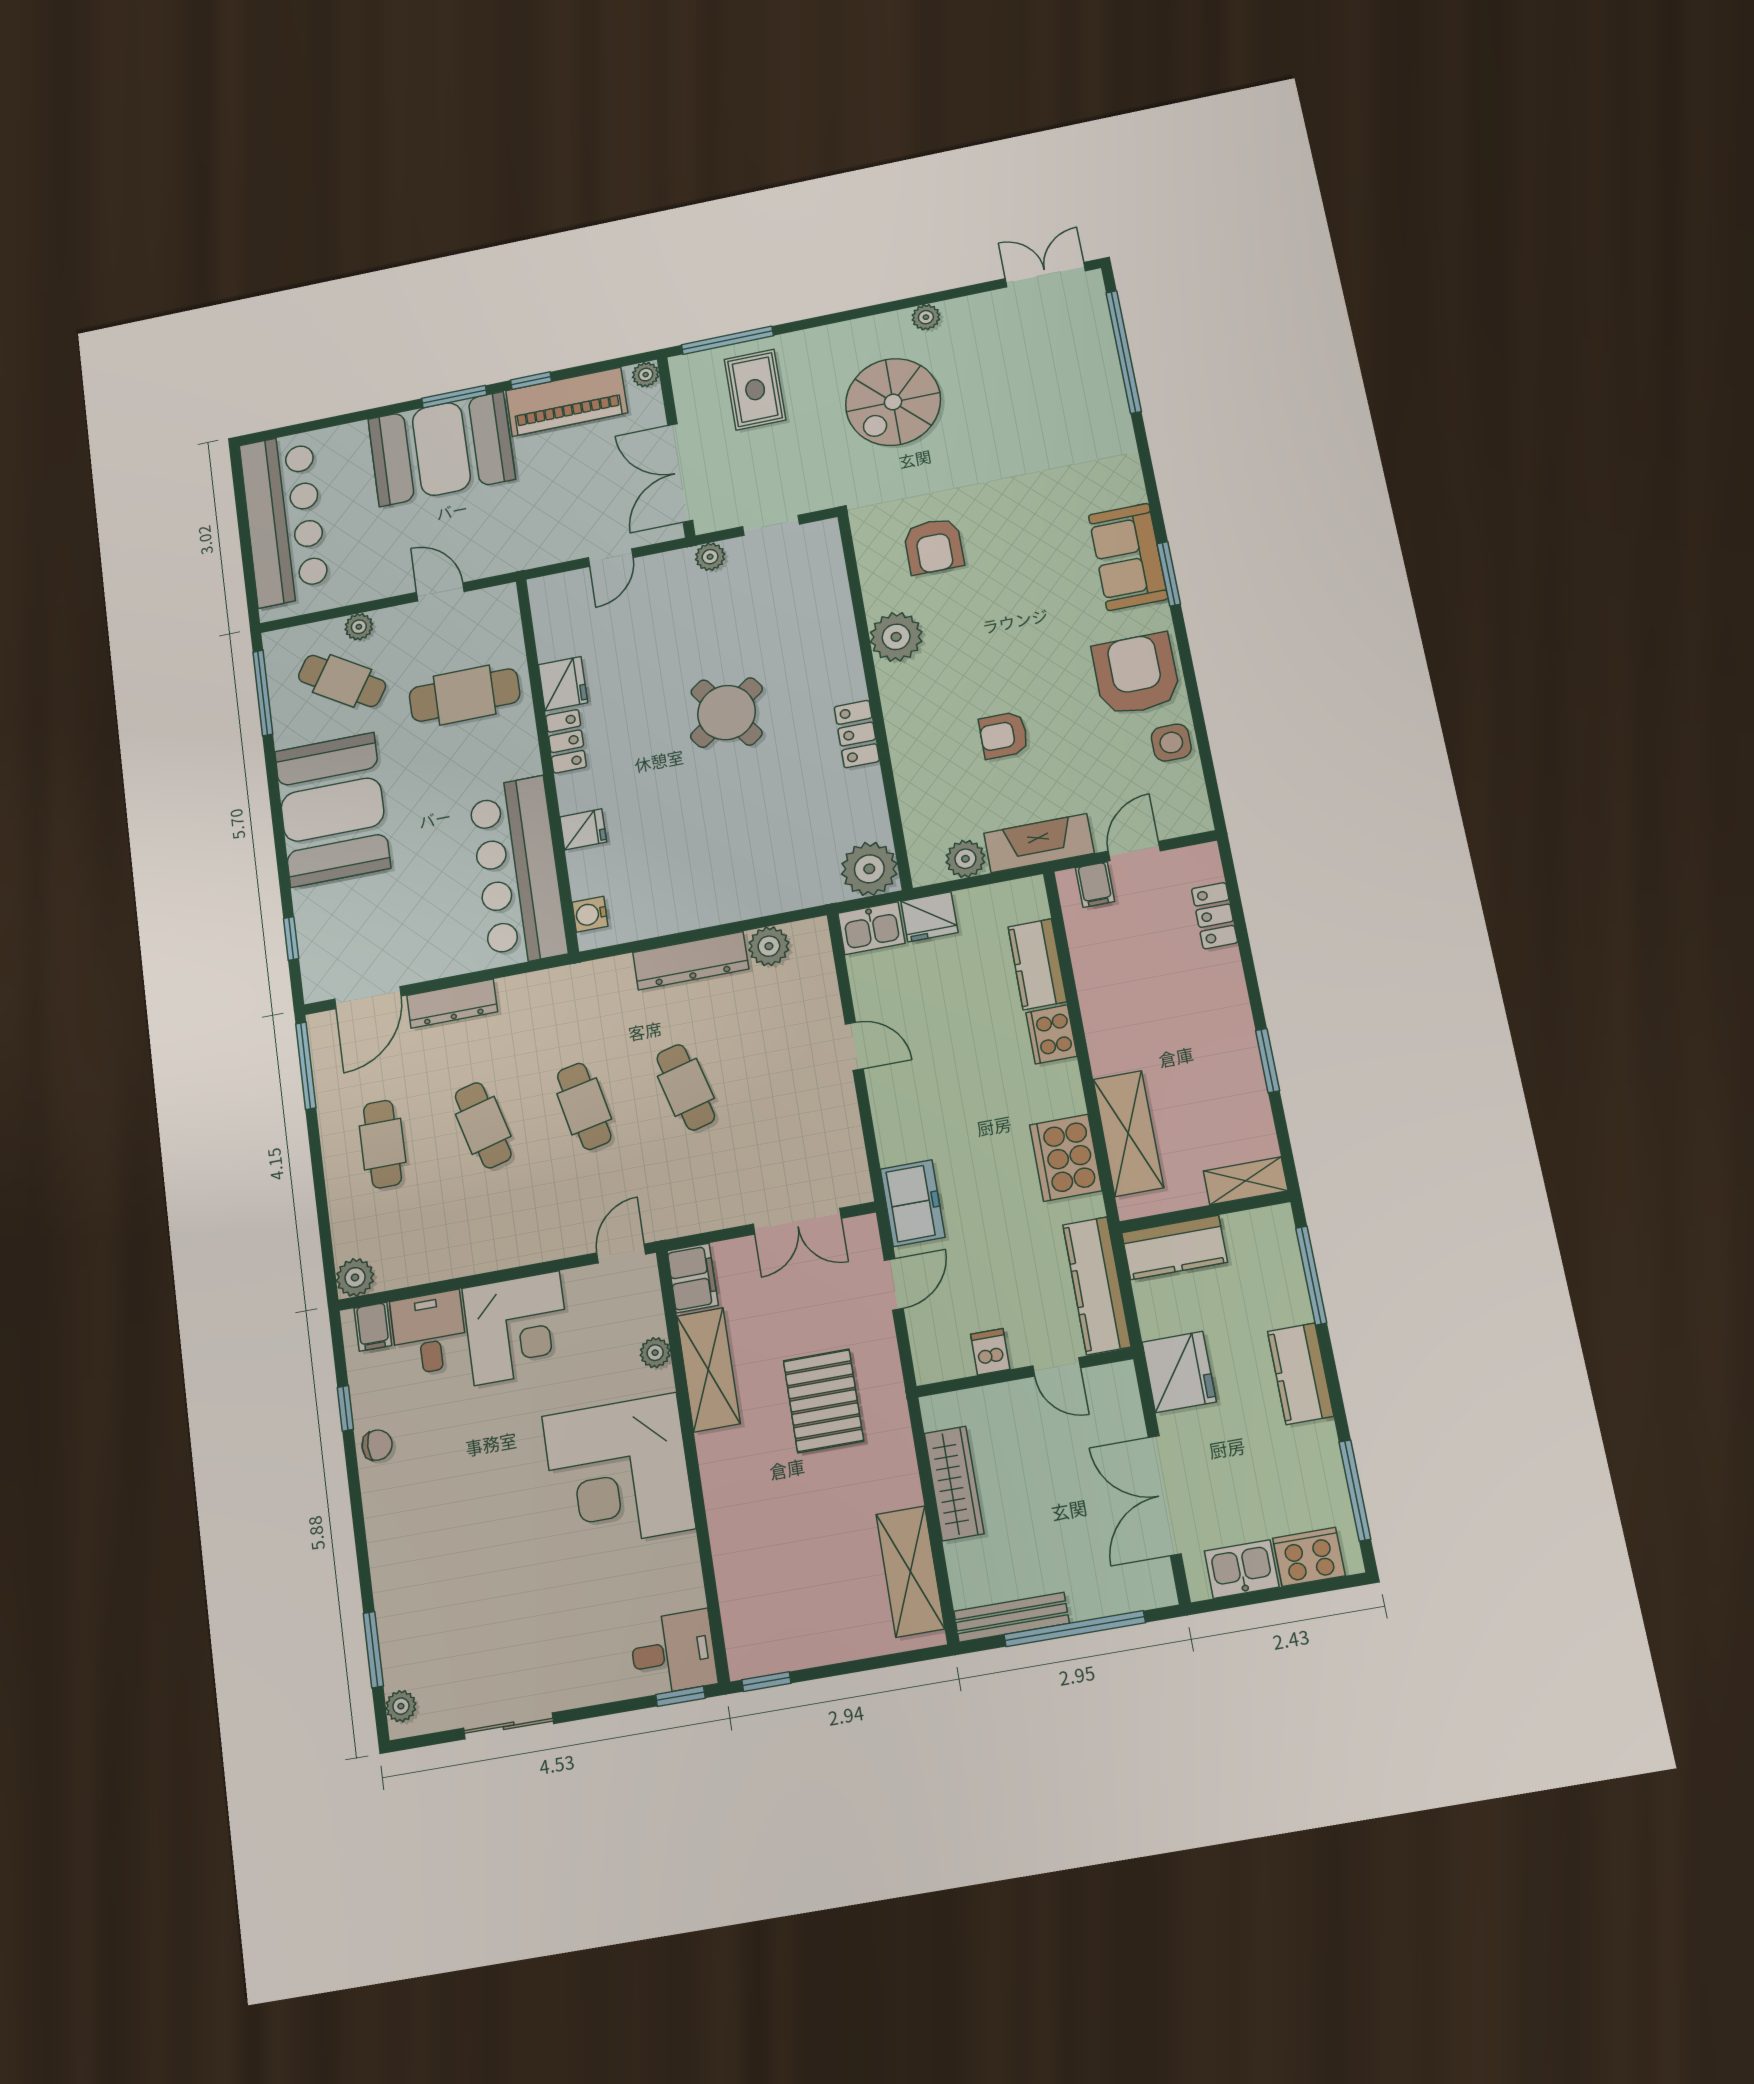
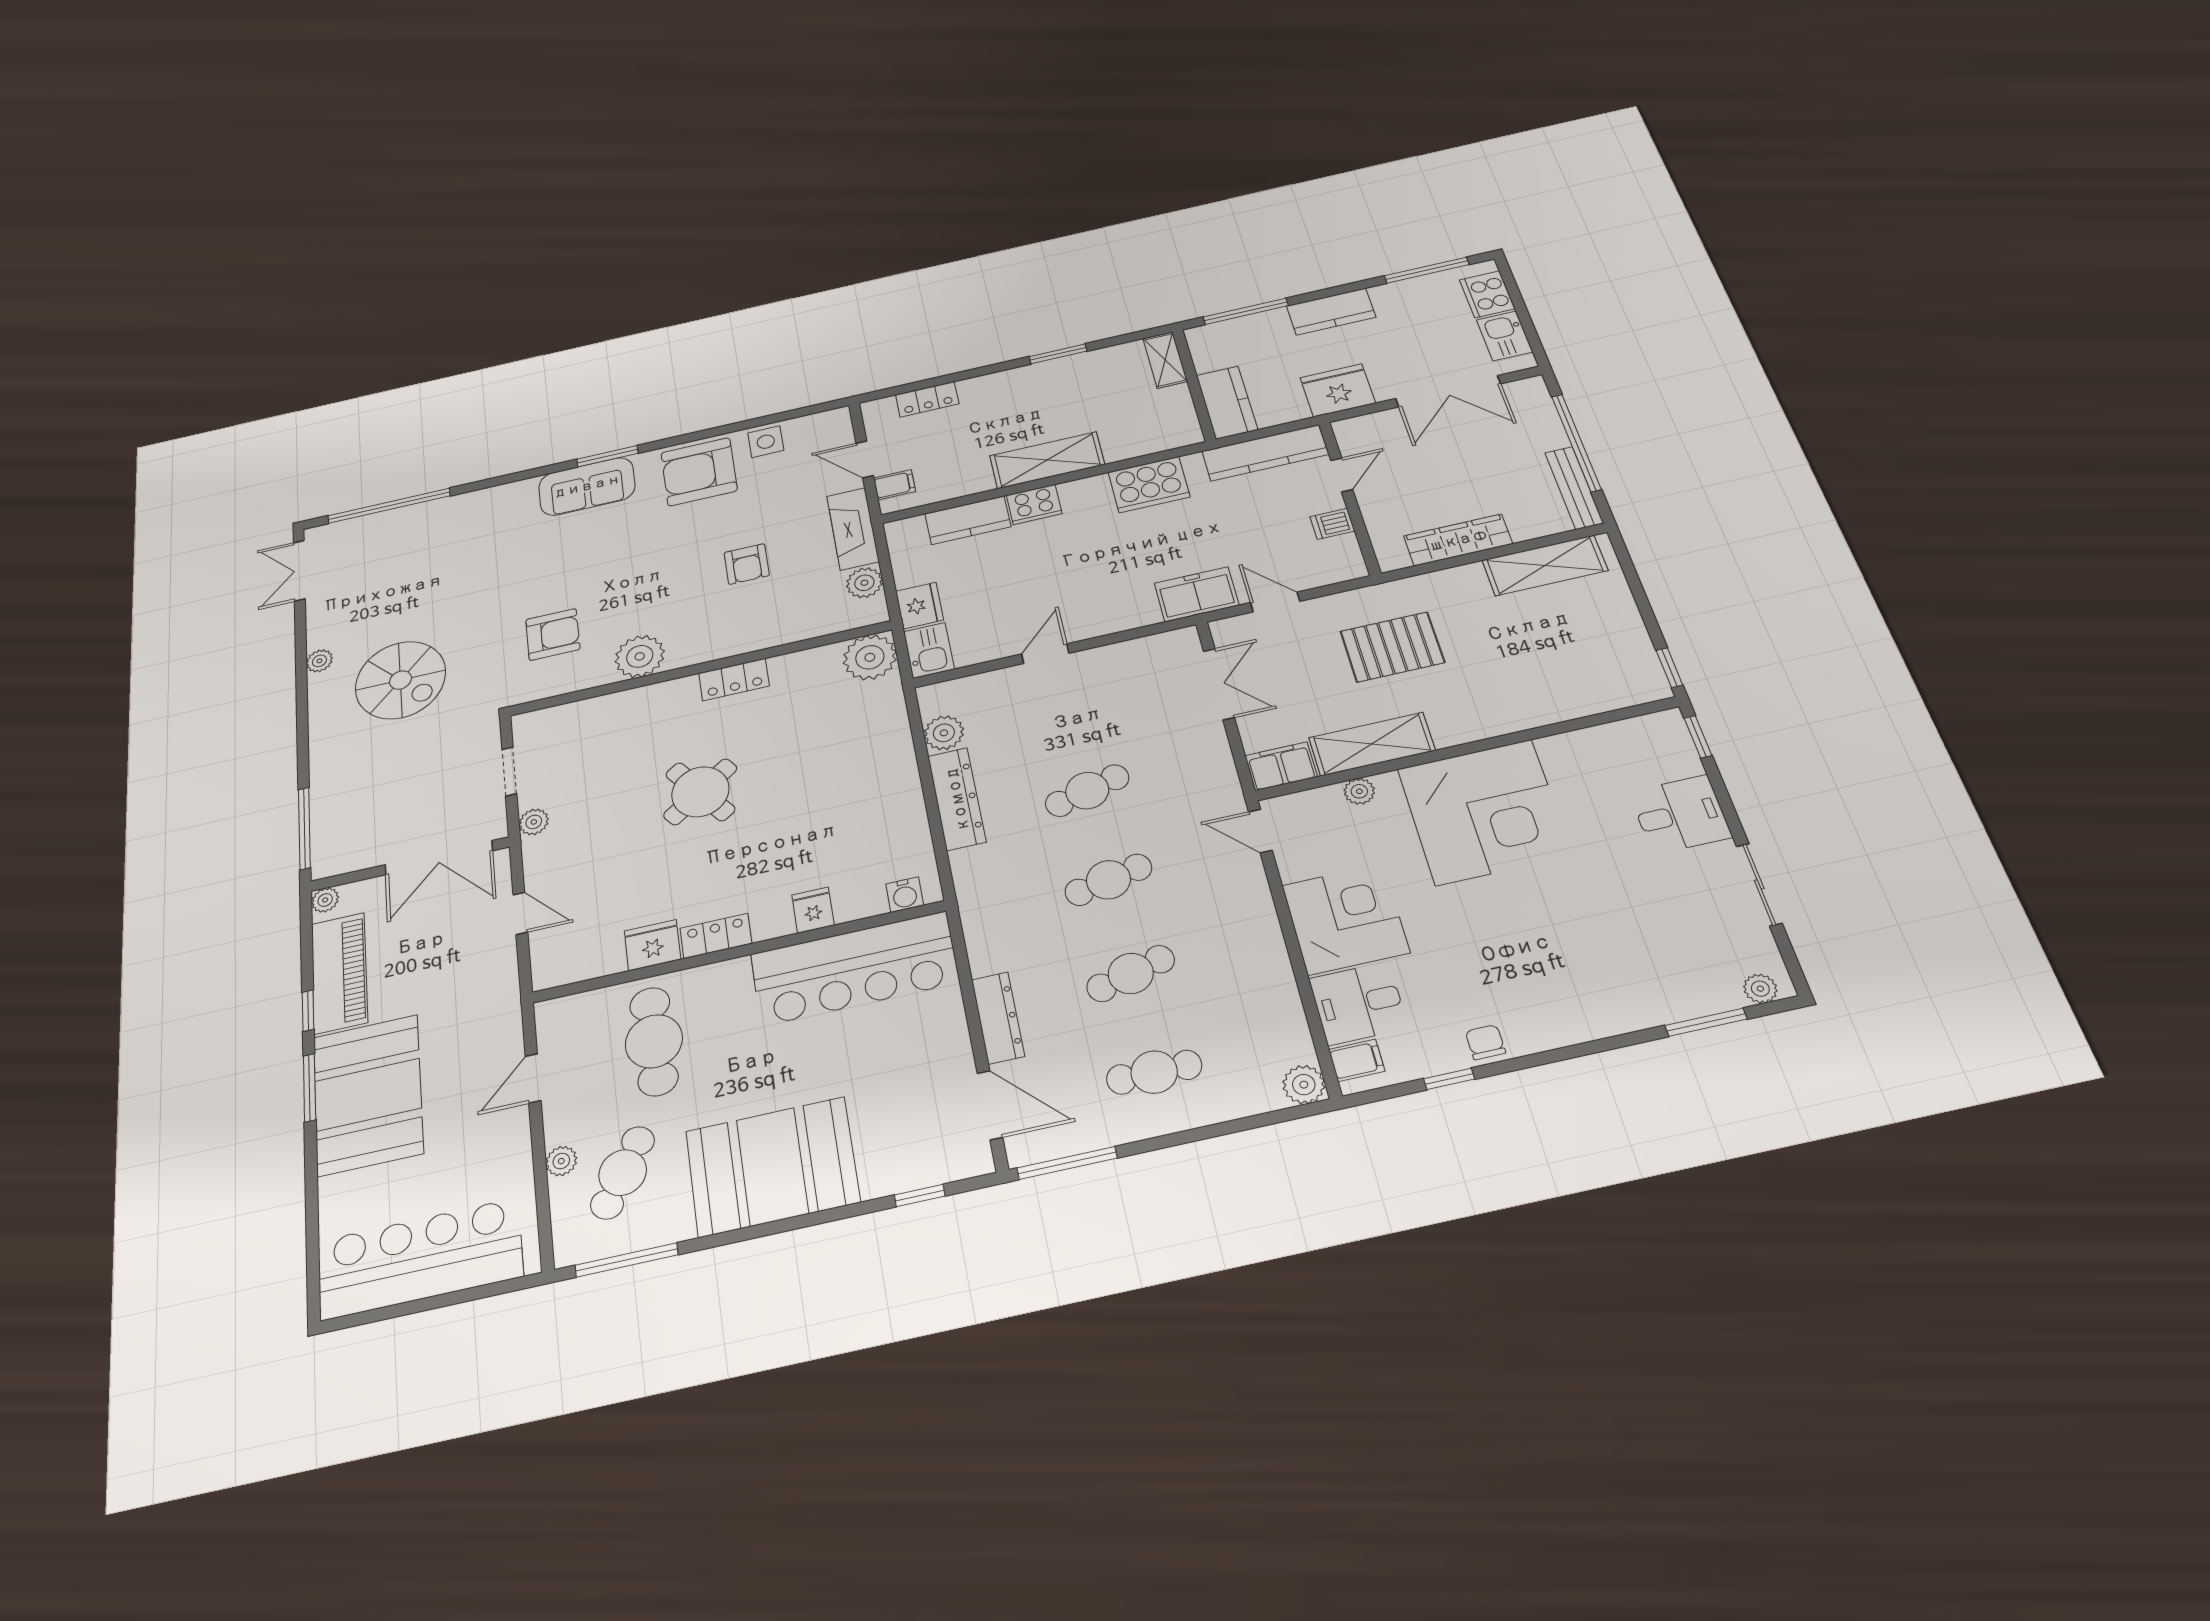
rug: (755, 390) -> (363, 799), removed
shelving: (1128, 1133) -> (1047, 460), moved
desk: (673, 1653) -> (1680, 814), moved, turned 90

